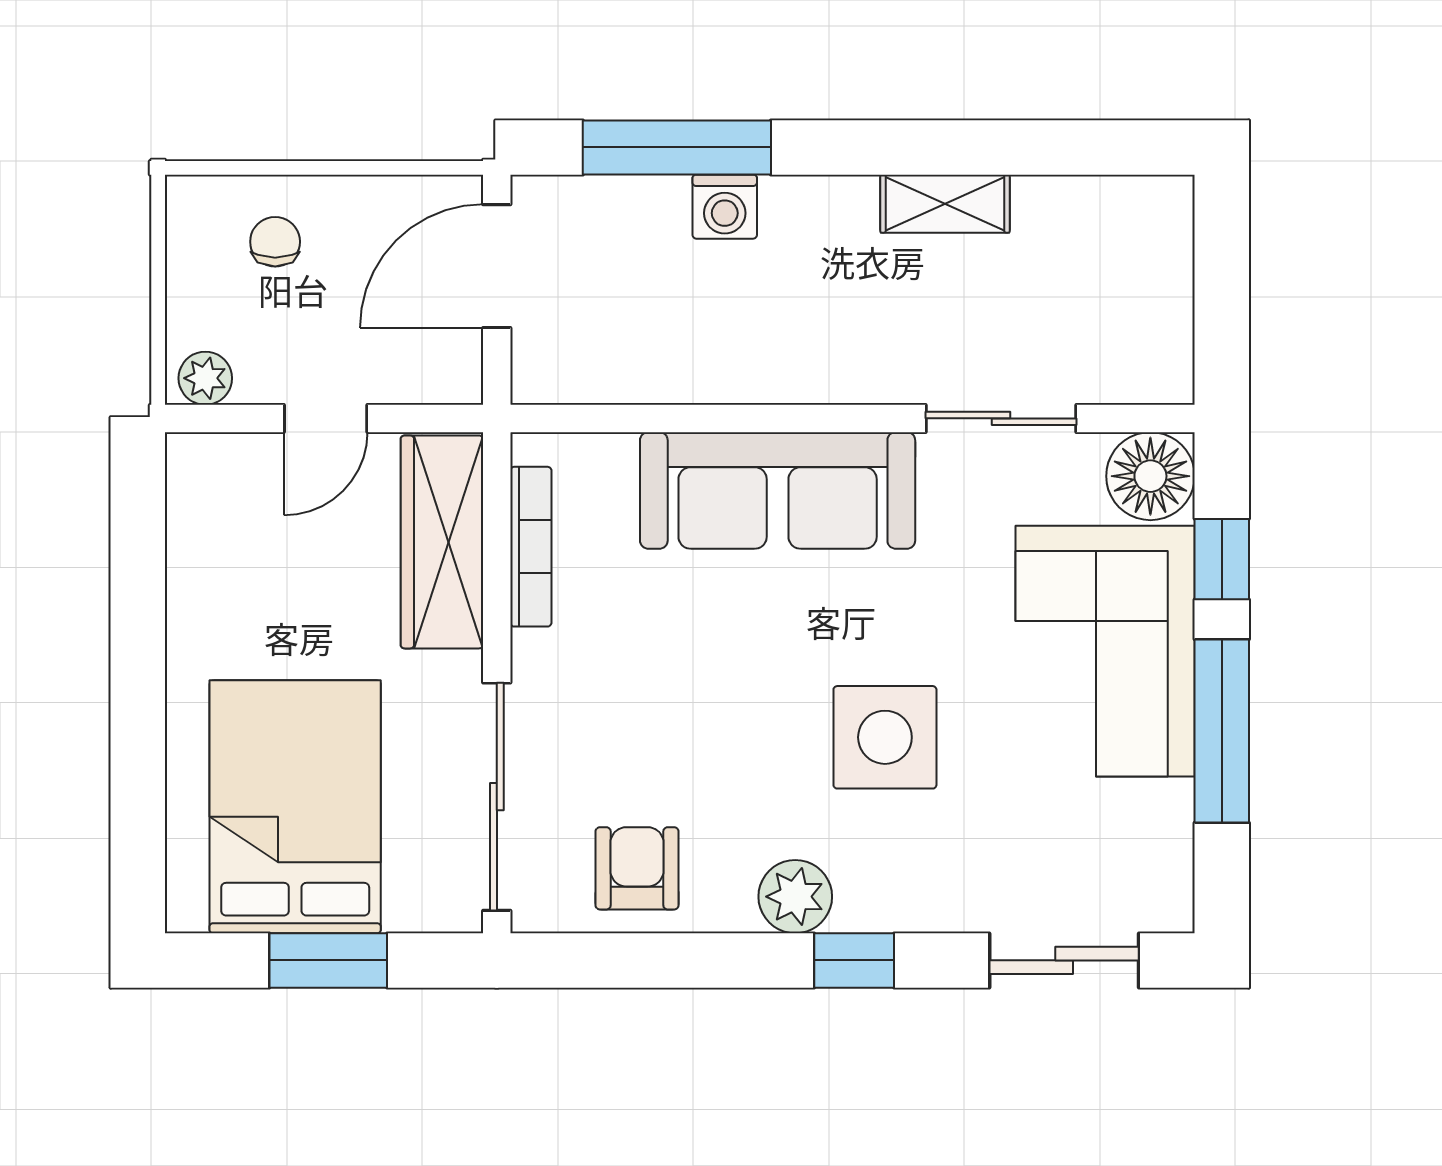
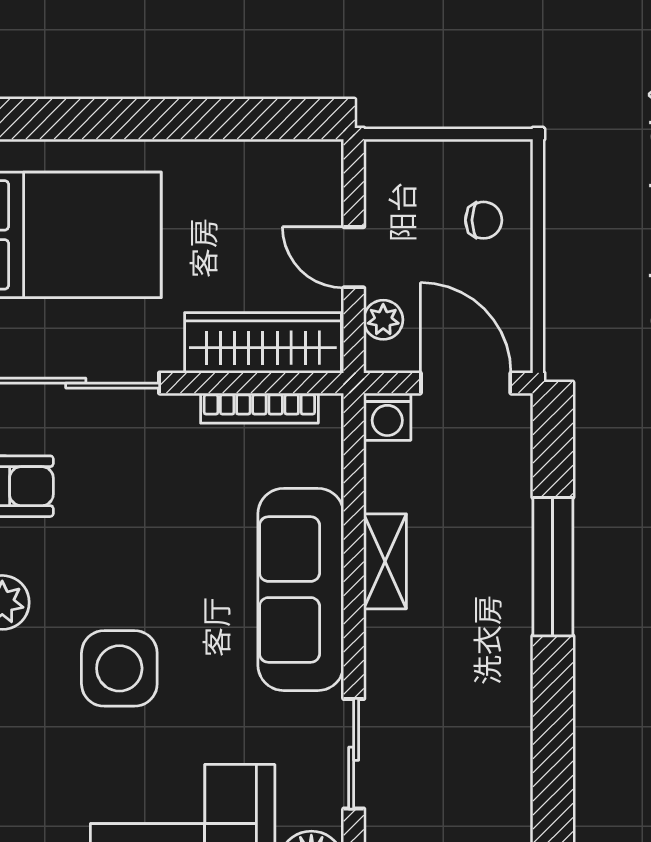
window: (677, 147) -> (553, 567), moved
shelving: (945, 204) -> (385, 561), moved
washing machine: (725, 207) -> (387, 417), moved, turned -90
plant: (205, 378) -> (383, 320), moved

